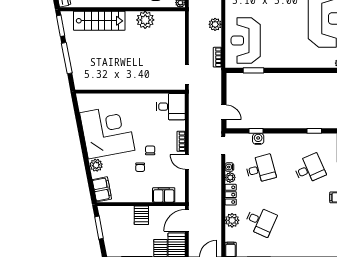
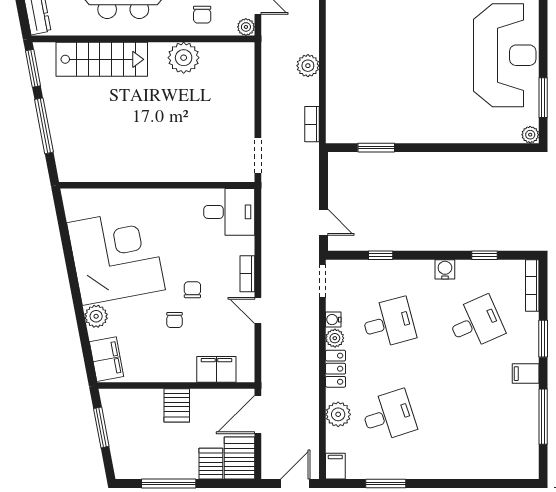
reception desk: (246, 40) -> (362, 94), removed
water cooler: (258, 139) -> (445, 269), moved
desk: (260, 221) -> (389, 416), turned -42

